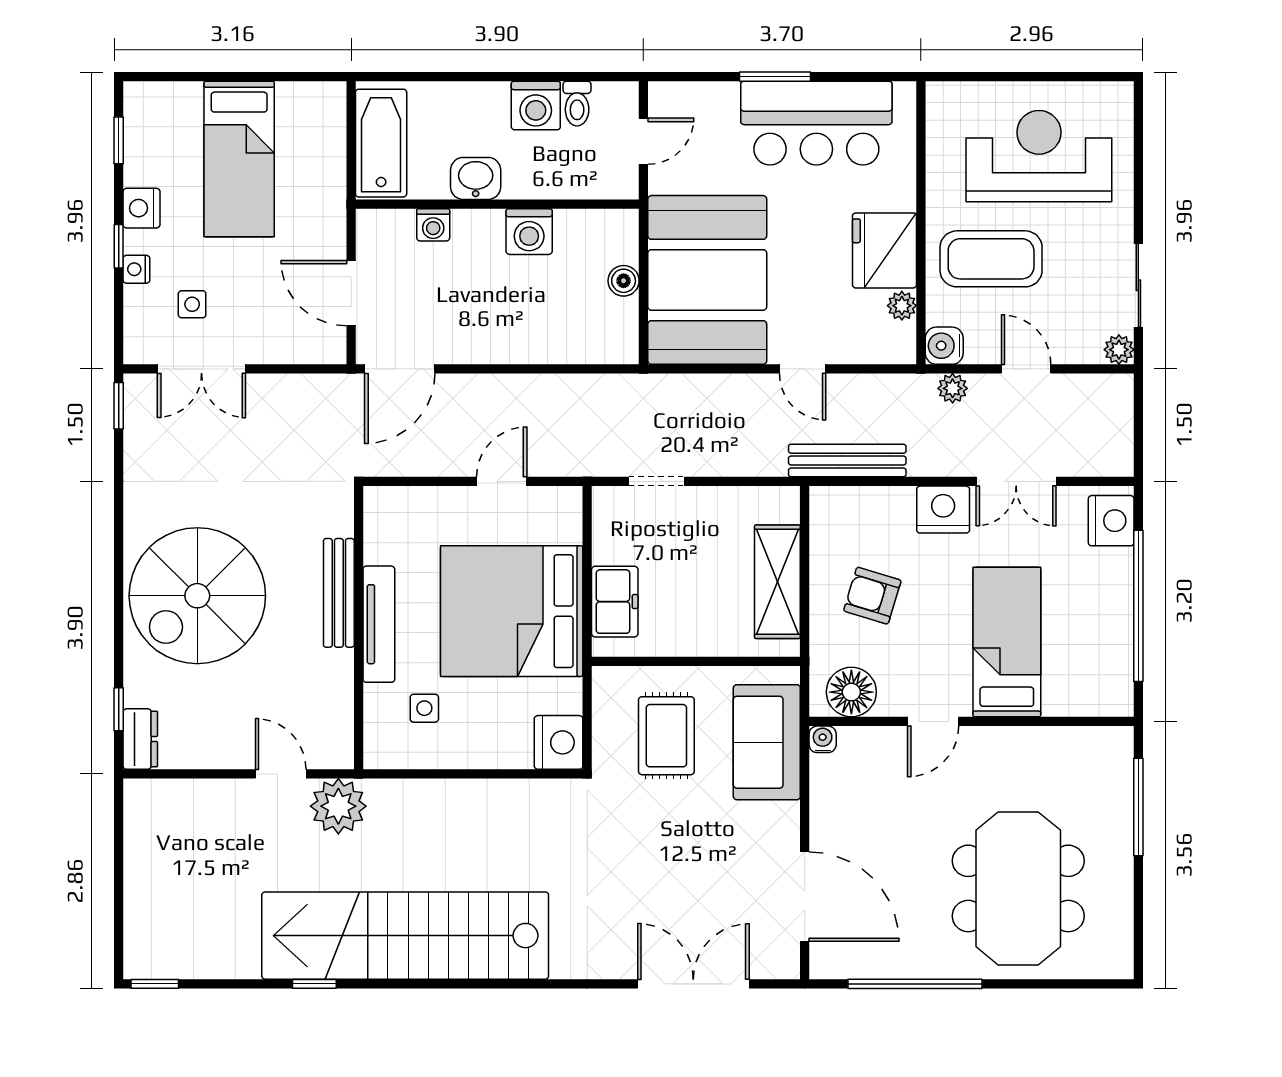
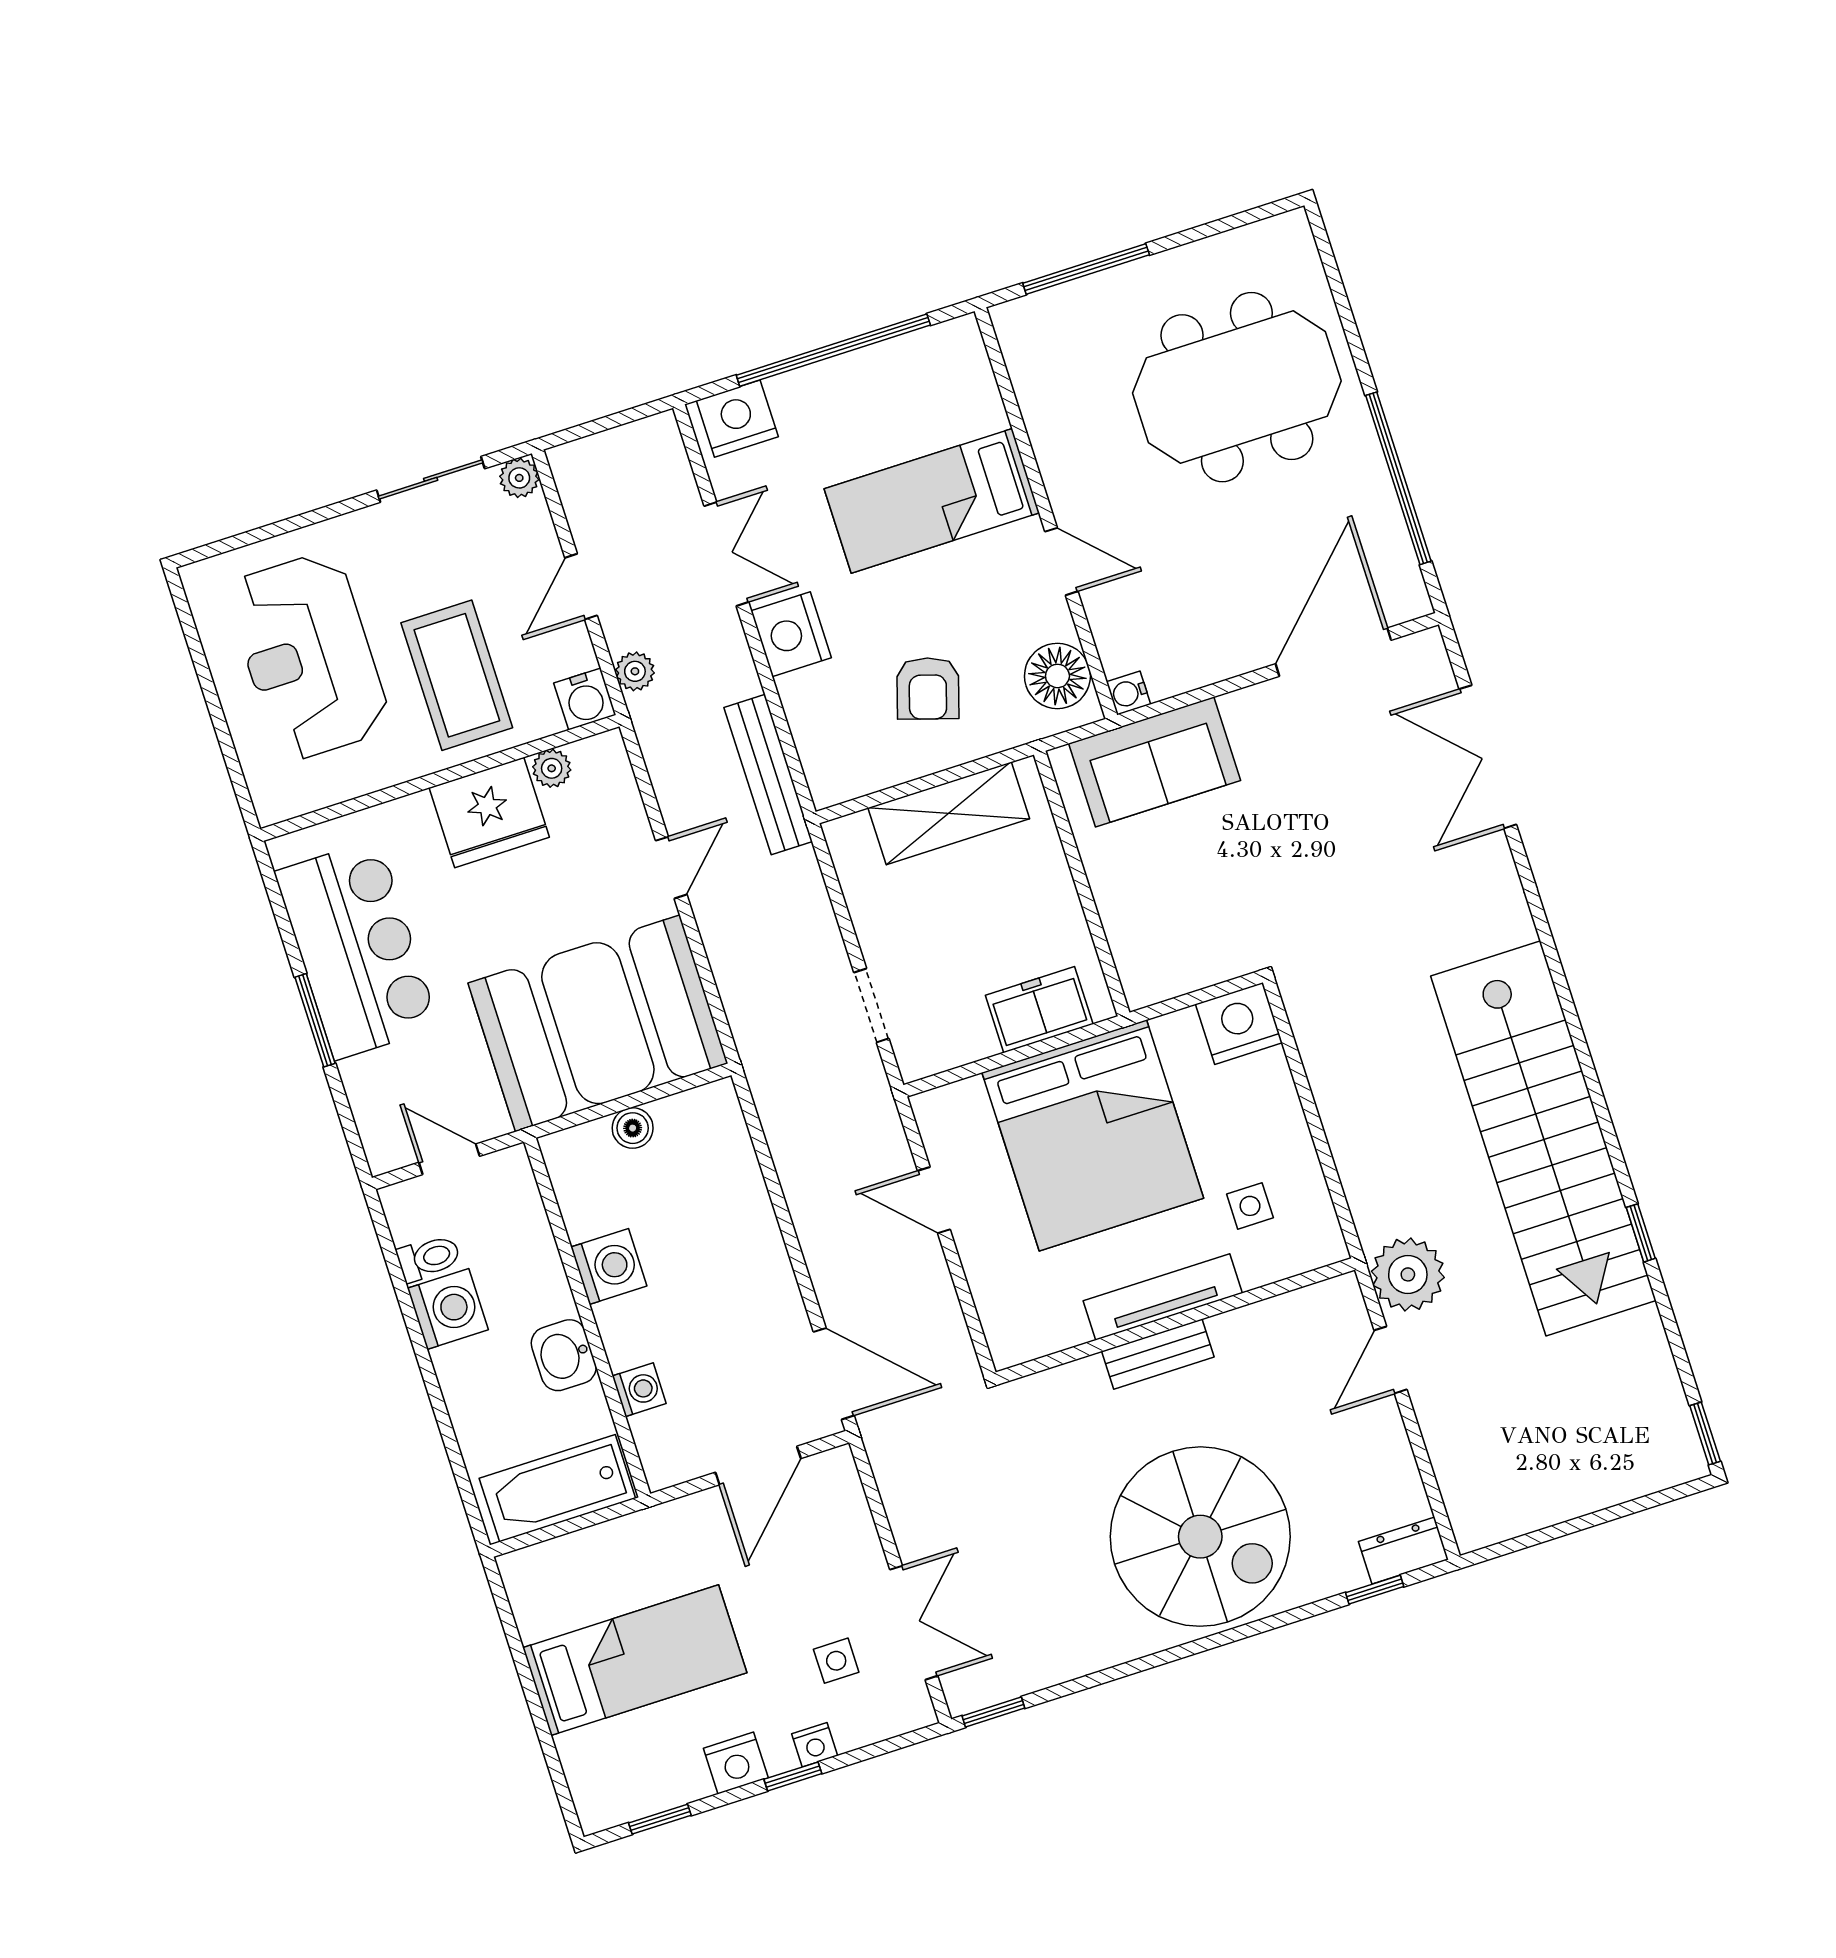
bench: (339, 593) -> (1158, 1354), width x0.73
rug: (666, 736) -> (1187, 891), removed

